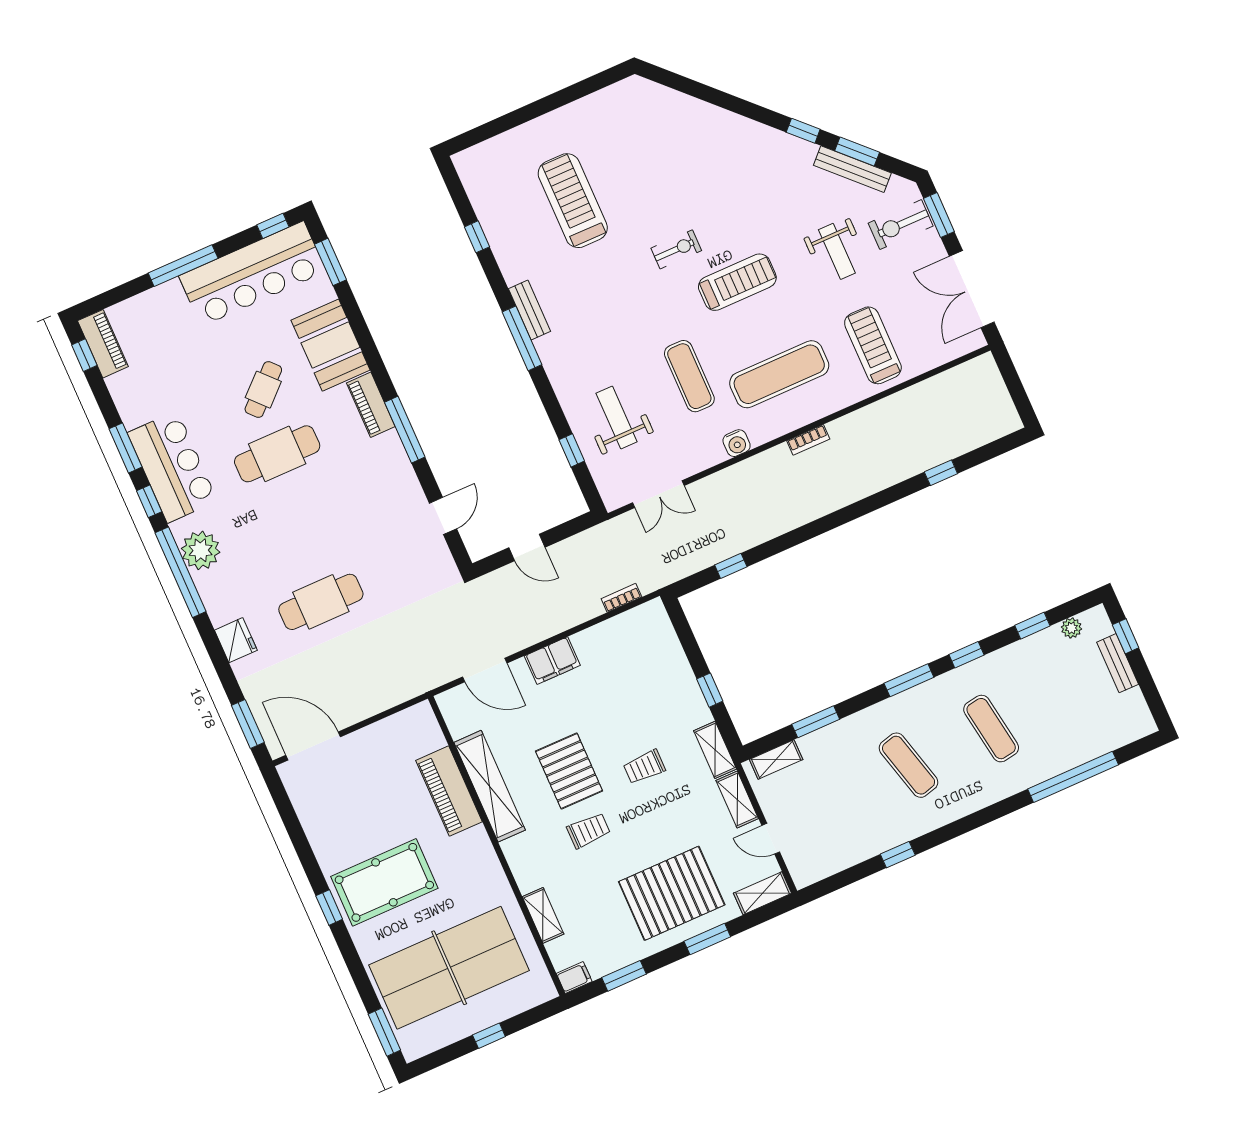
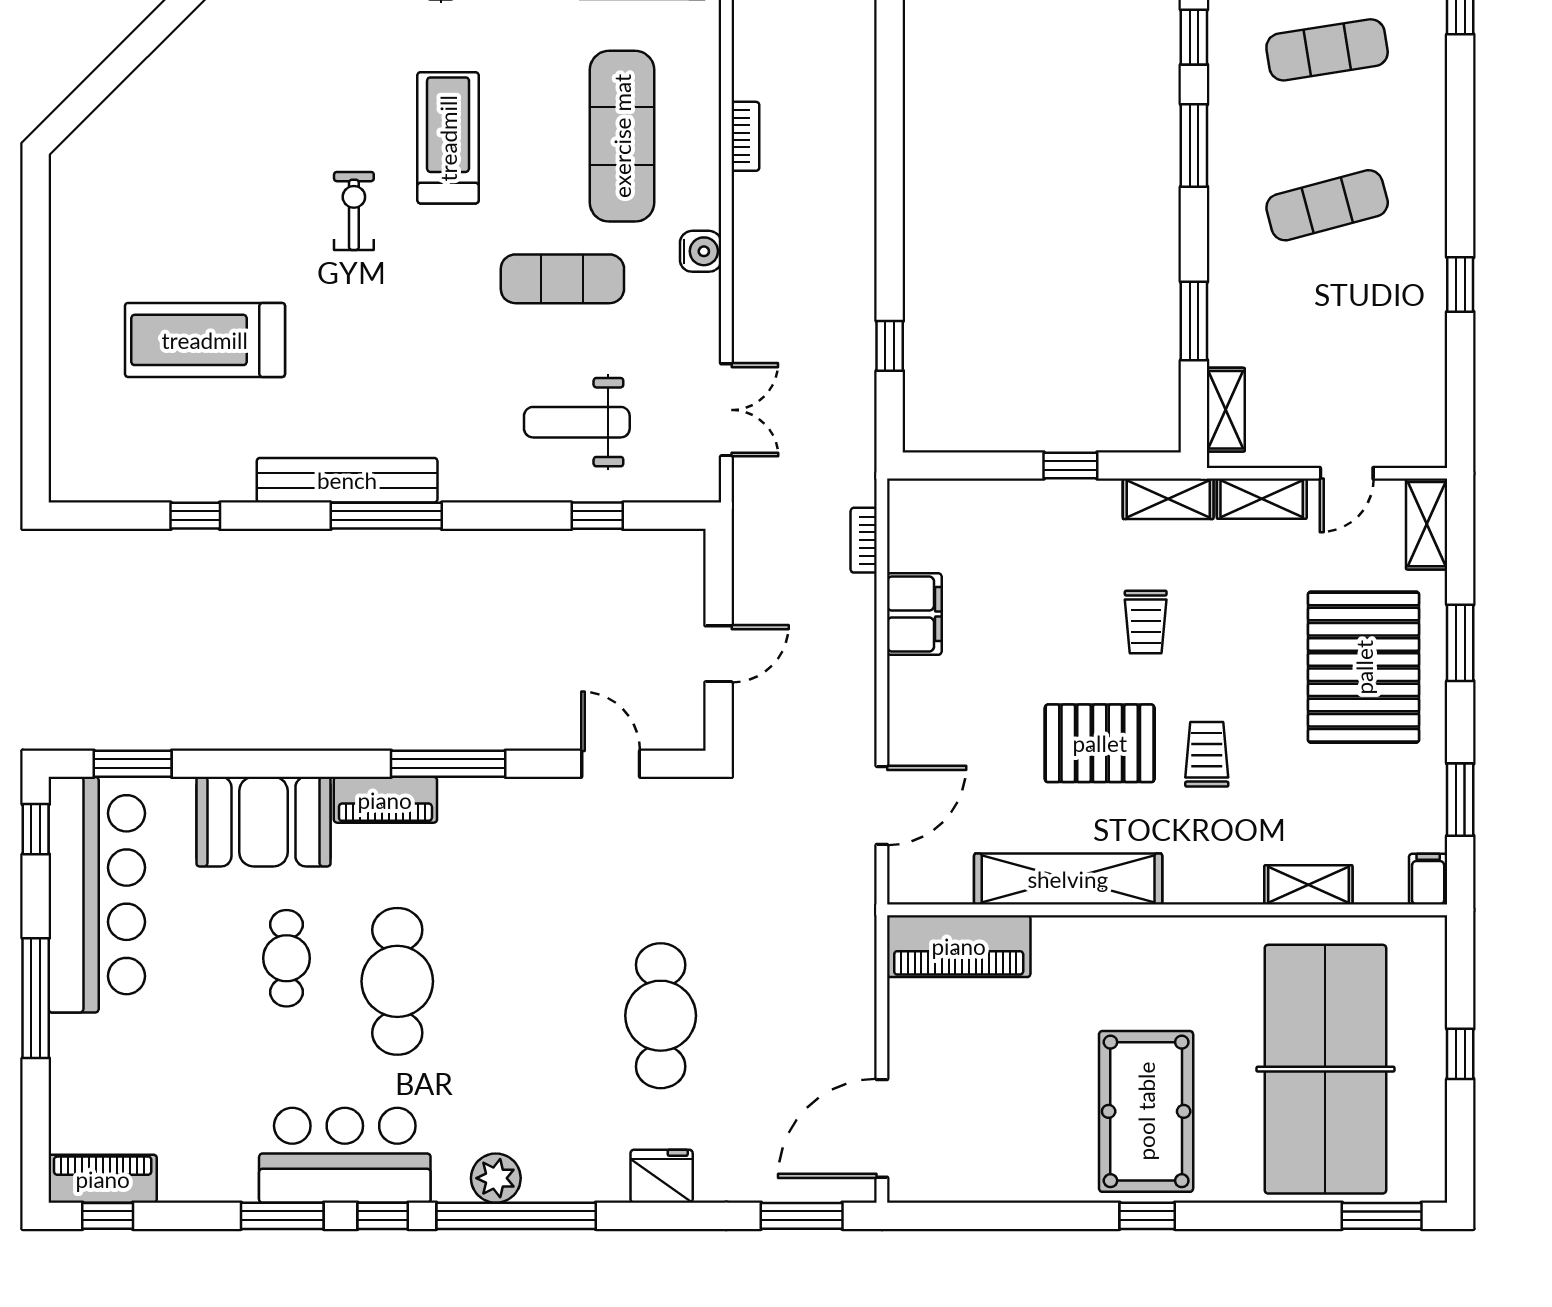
bench: (530, 310) -> (347, 480), width x1.86, depth x1.21
cafe table: (263, 390) -> (286, 958), turned 43
plant: (201, 550) -> (496, 1178), width x0.73, depth x0.73
filing cabinet: (552, 661) -> (914, 614), moved
piano: (449, 791) -> (959, 946), moved

